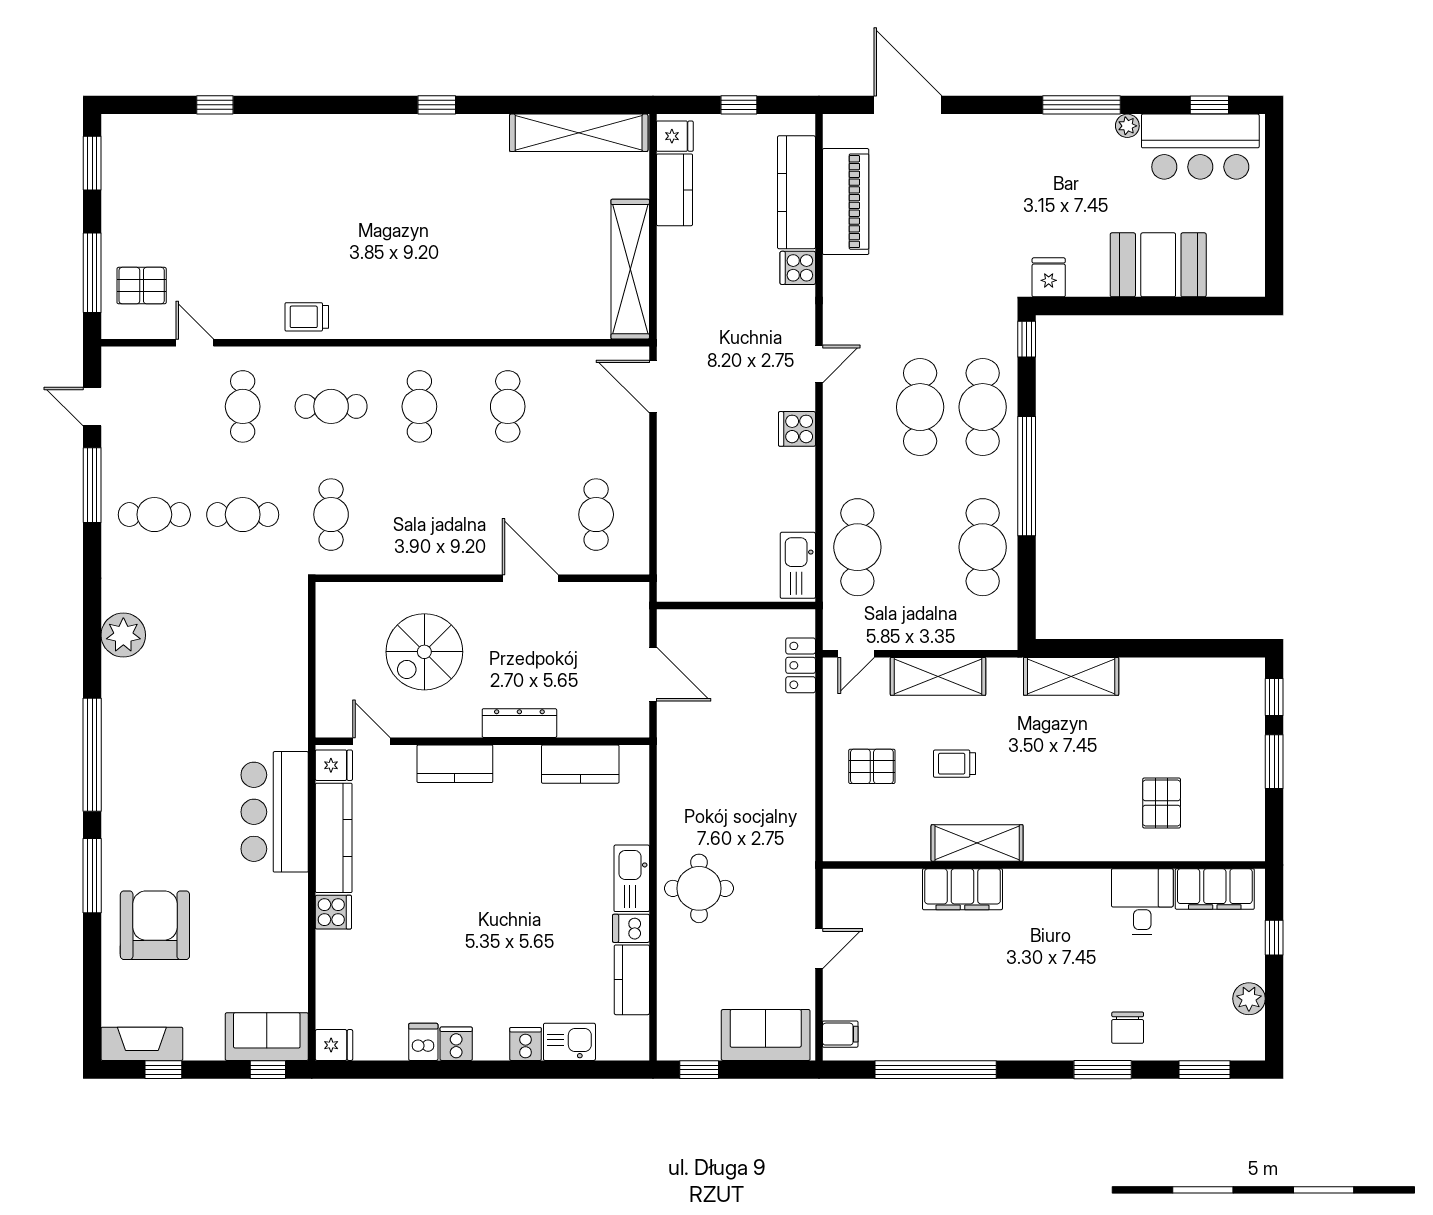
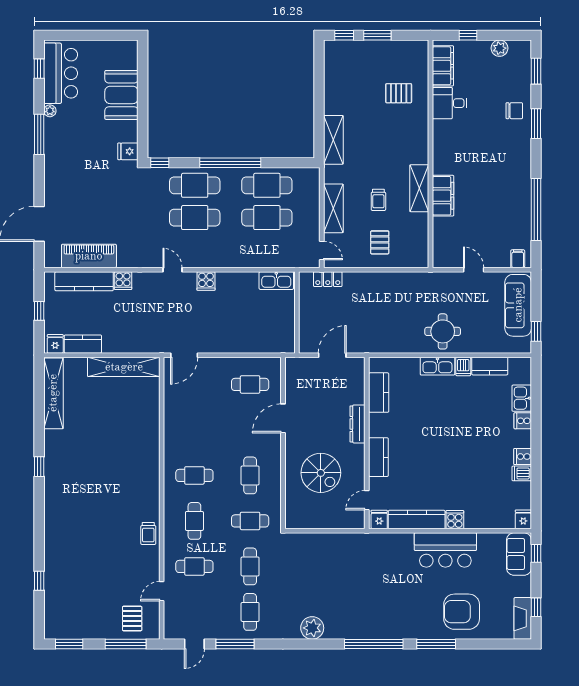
cafe table: (508, 406) -> (250, 475), moved, turned 90
cafe table: (857, 547) -> (267, 218), moved
bar counter: (275, 812) -> (445, 550), moved
sofa: (766, 1035) -> (518, 305), width x1.36

